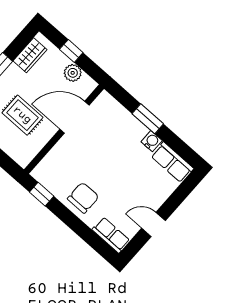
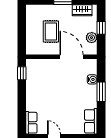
water cooler: (152, 141) -> (92, 79), moved
chair: (83, 198) -> (37, 94), removed

